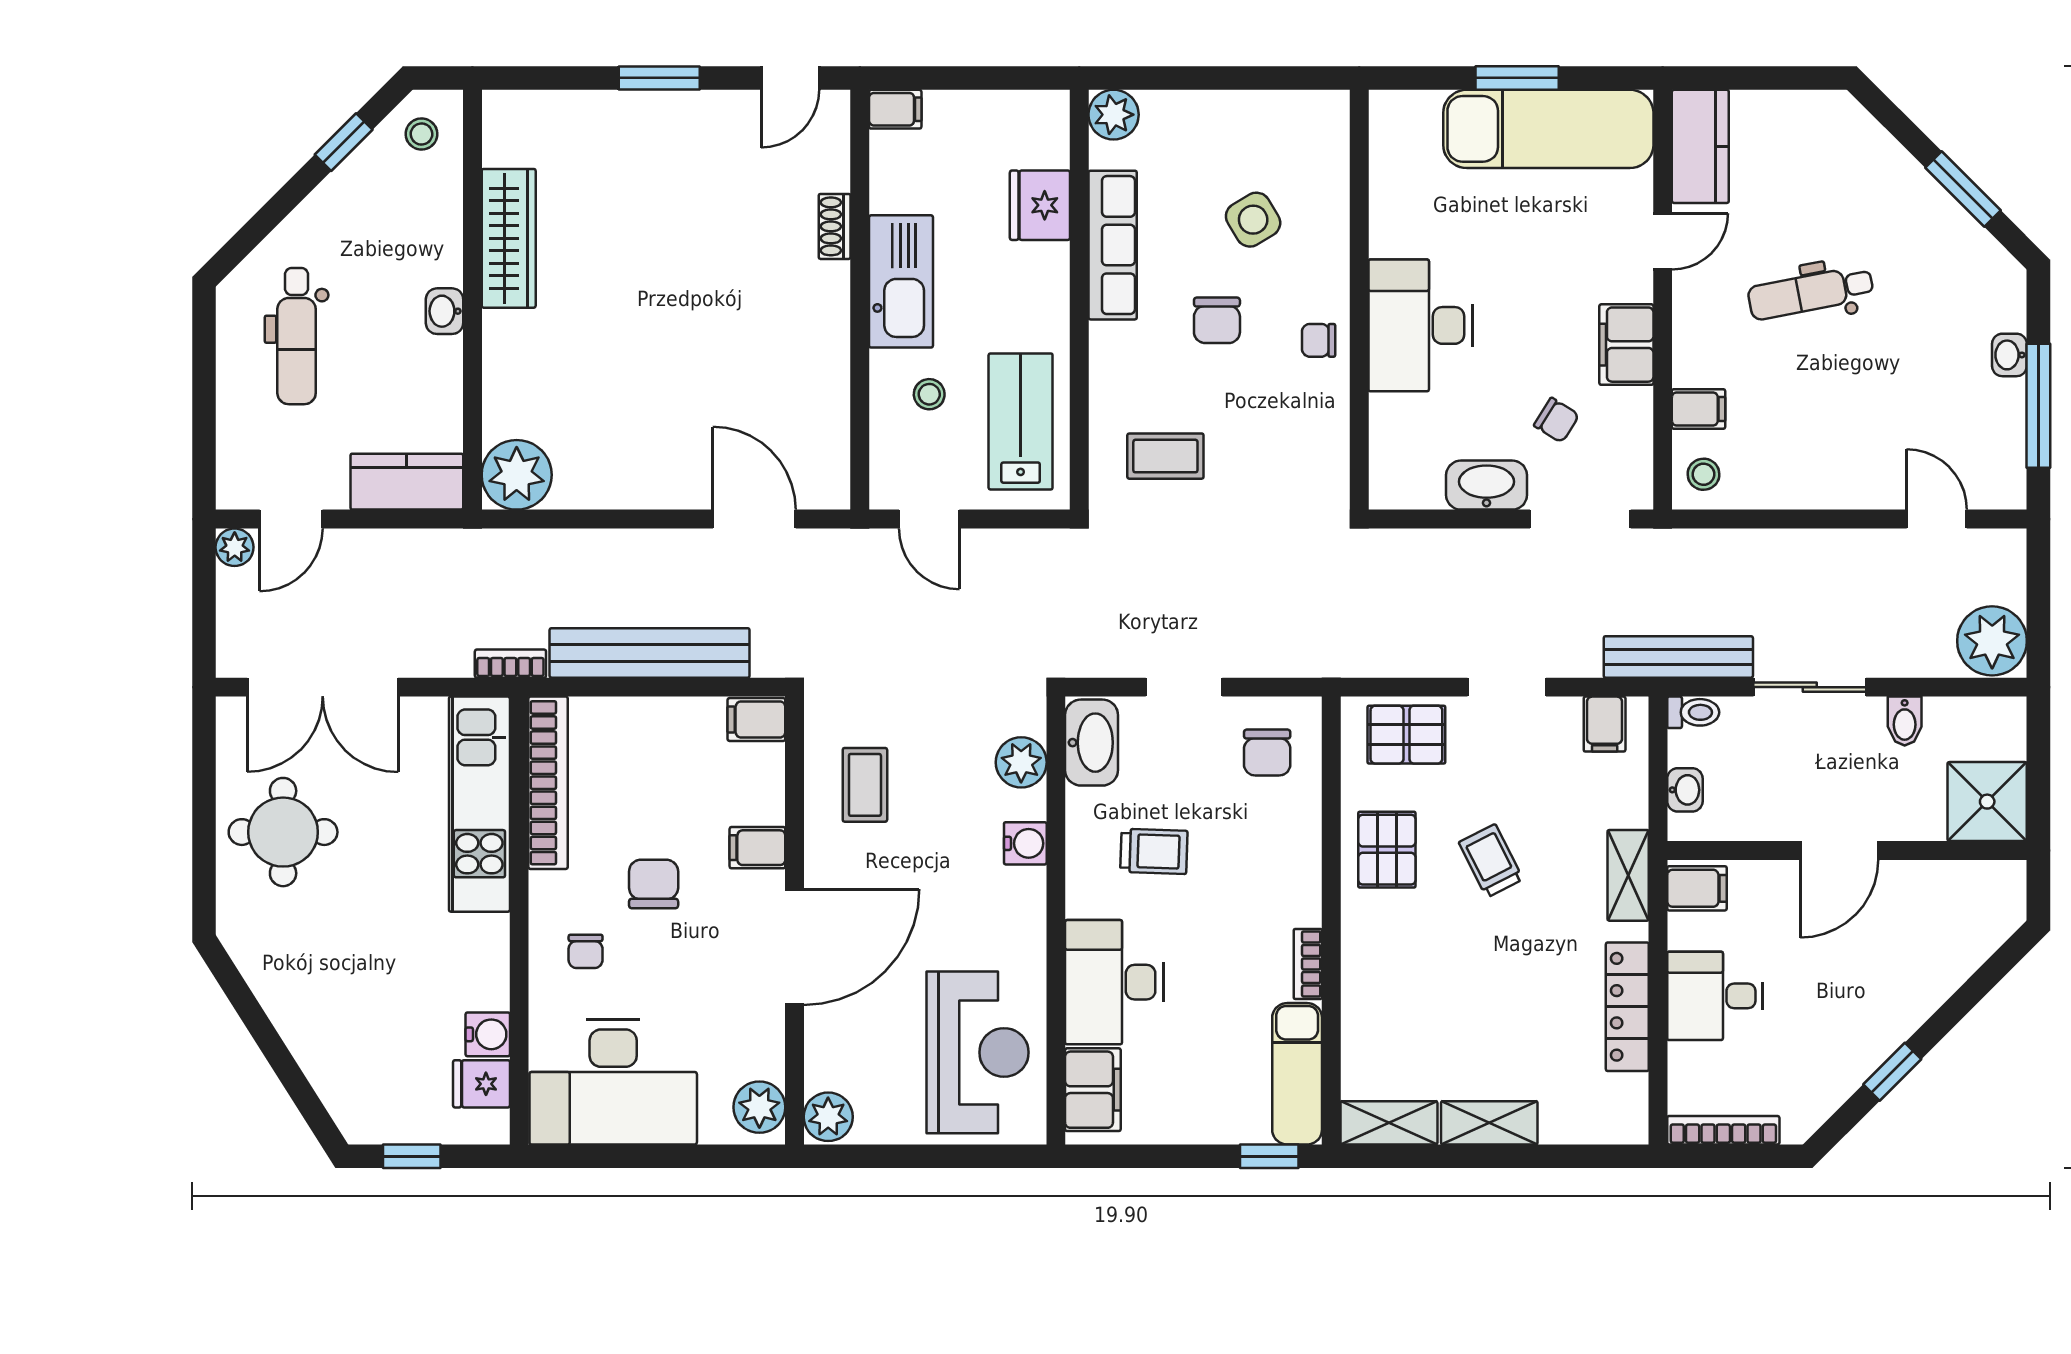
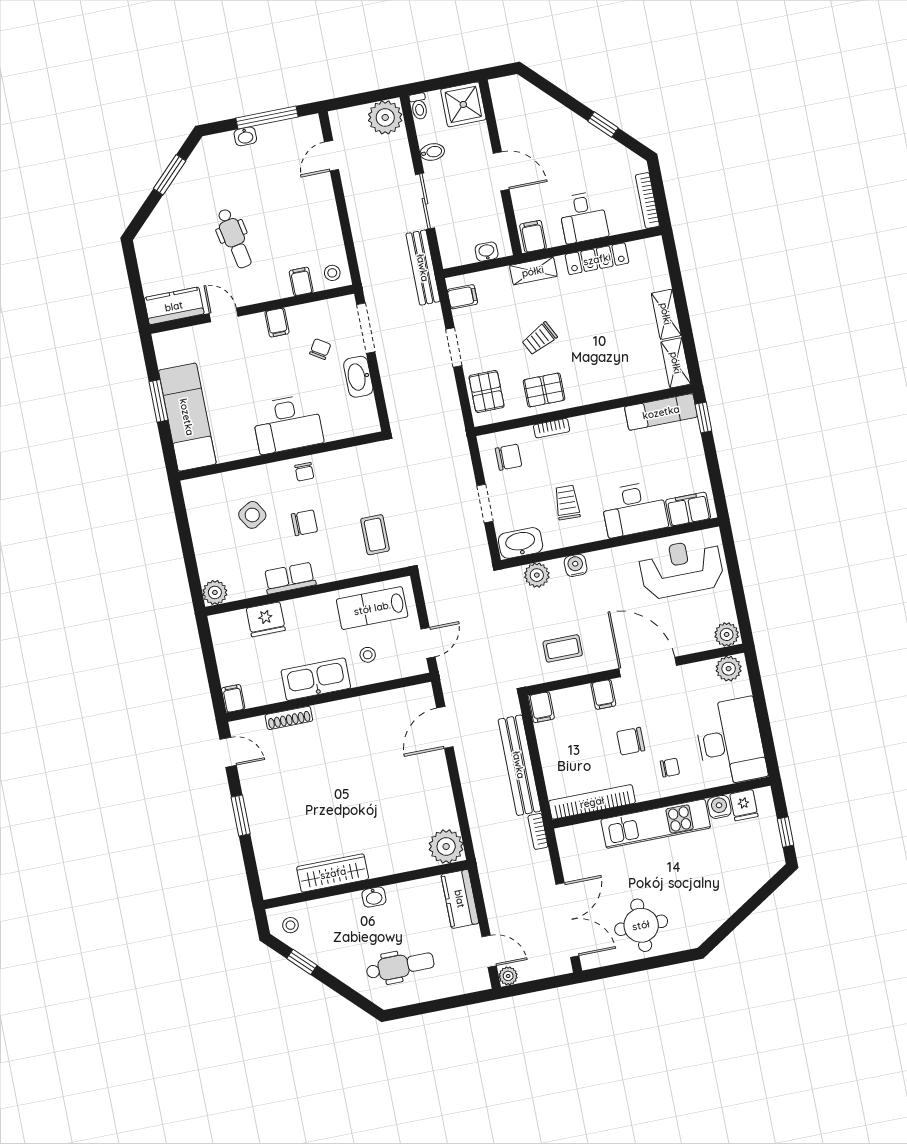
exam couch: (1548, 129) -> (187, 417), moved
shoe rack: (835, 226) -> (289, 718), width x1.43
row of seats: (1113, 245) -> (290, 578), width x0.68
filing cabinet: (1626, 345) -> (277, 323), width x0.50
toilet: (1693, 712) -> (419, 106), moved, turned 180
kitchen unit: (479, 804) -> (656, 824), moved
bookcase: (1308, 964) -> (552, 428), moved

